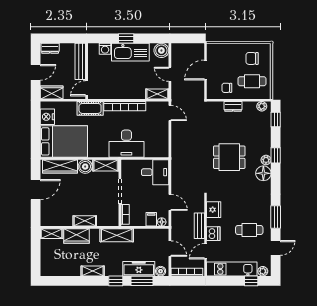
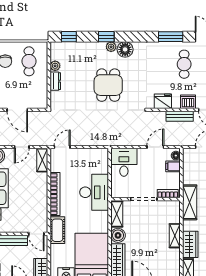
chair: (227, 88) -> (36, 88), removed
plant: (262, 106) -> (55, 66), moved

